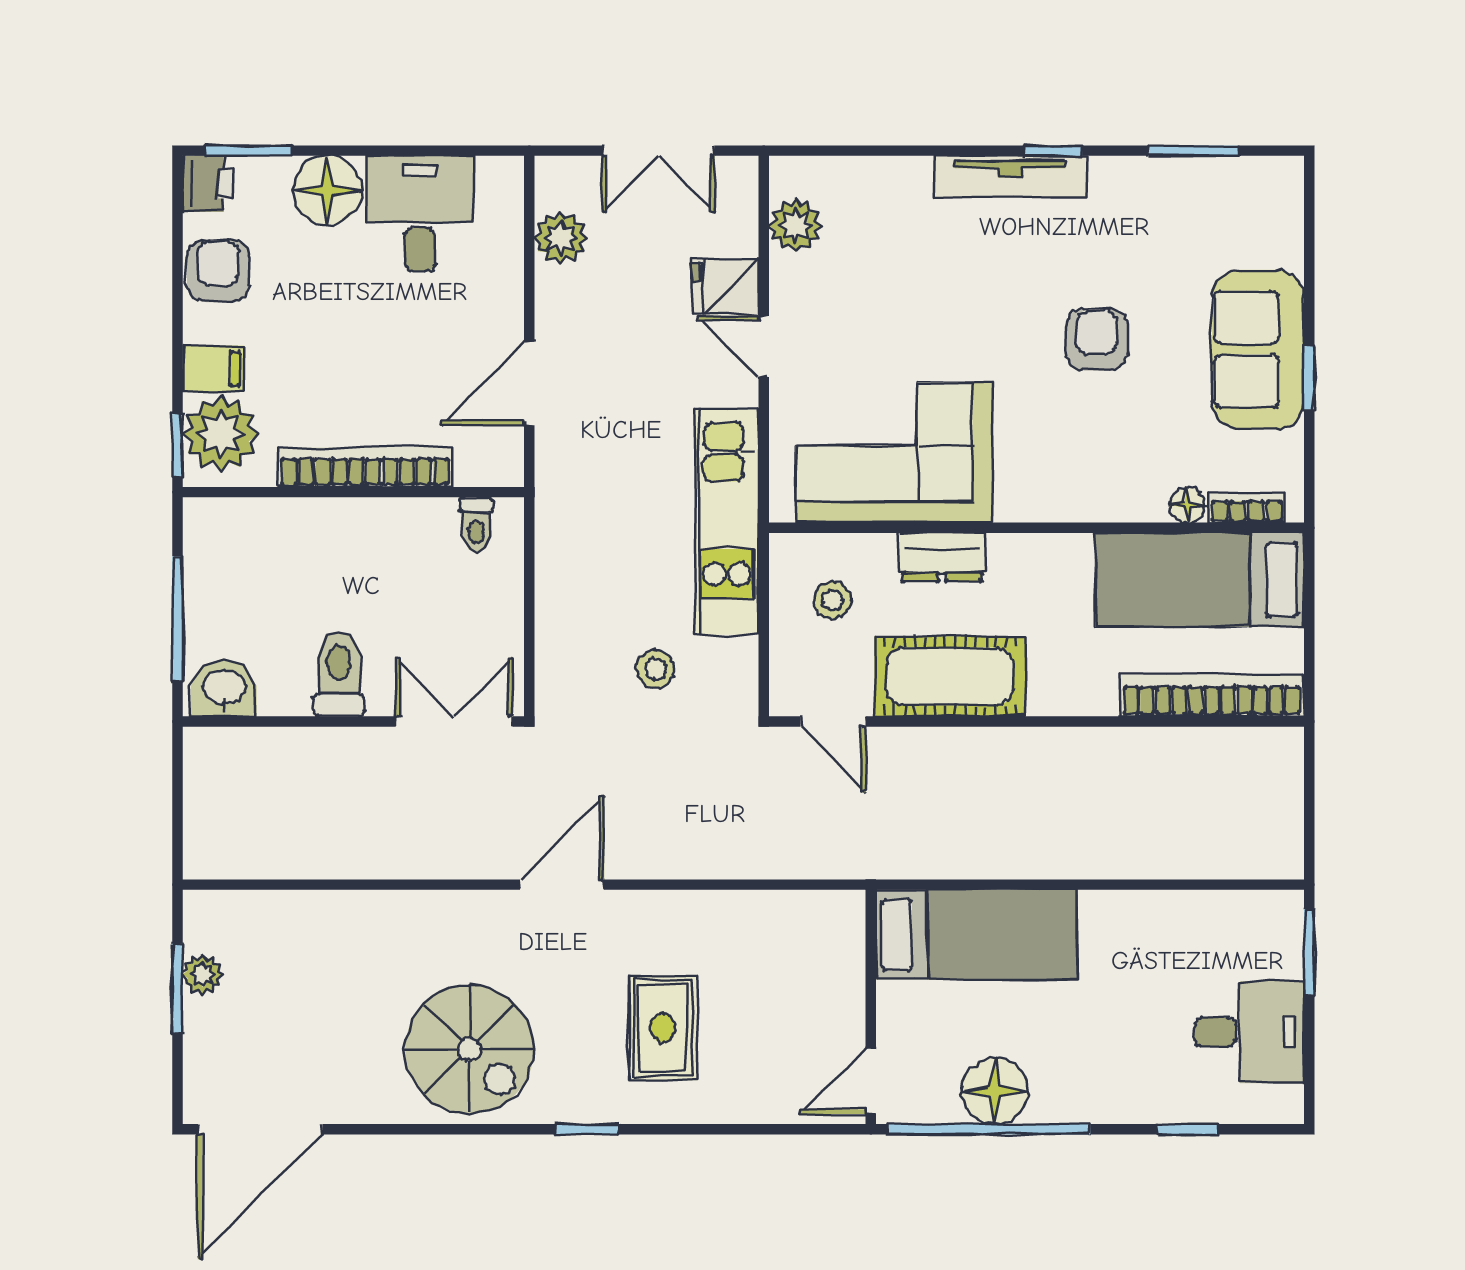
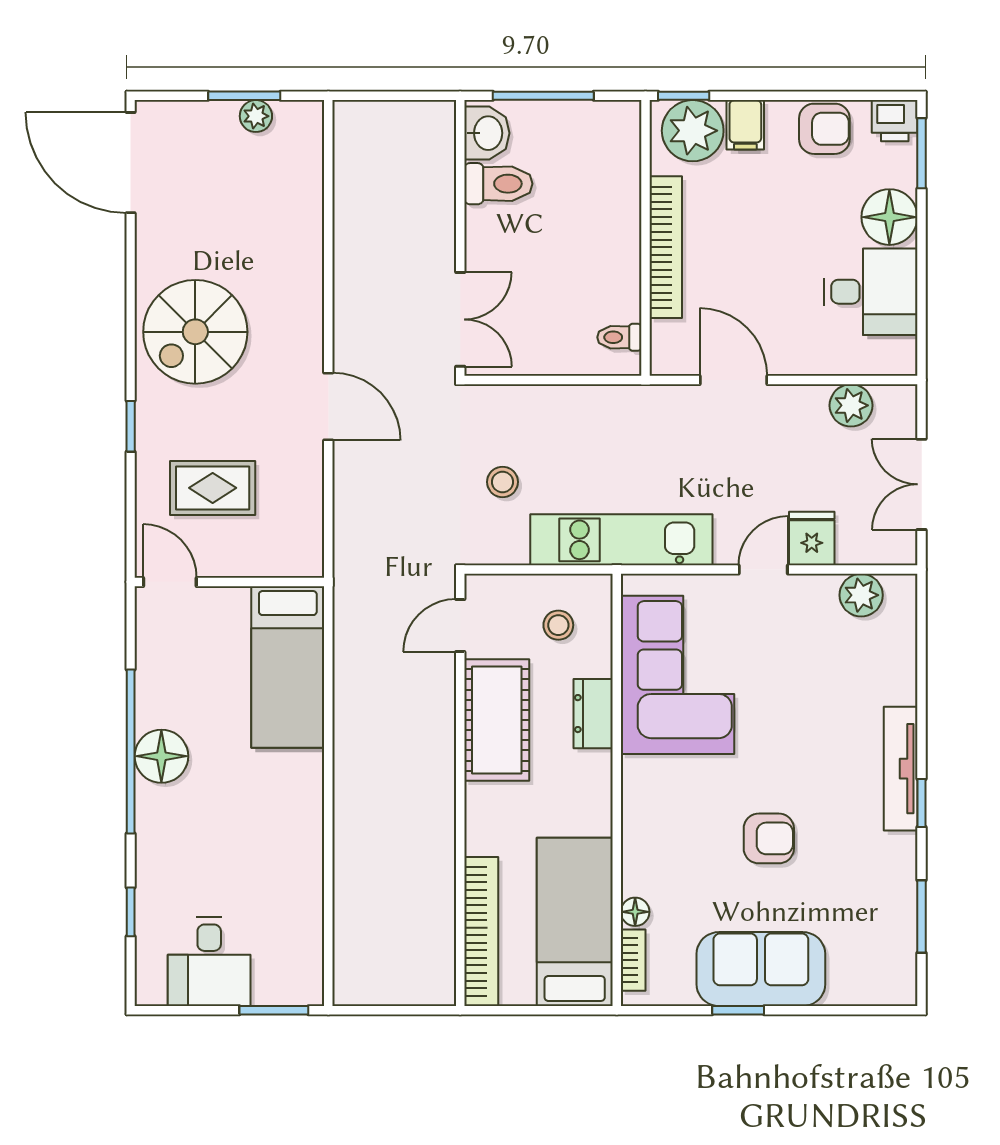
toilet: (339, 674) -> (498, 184), moved
bed: (976, 935) -> (288, 667), moved
wall: (871, 1007) -> (229, 582), moved
door: (871, 1081) -> (170, 582), moved

